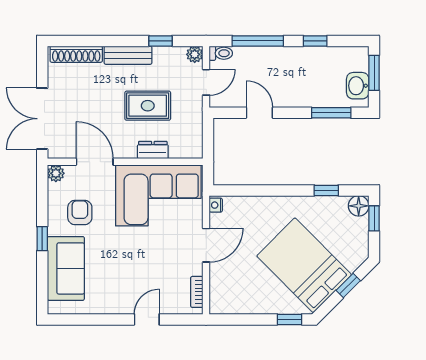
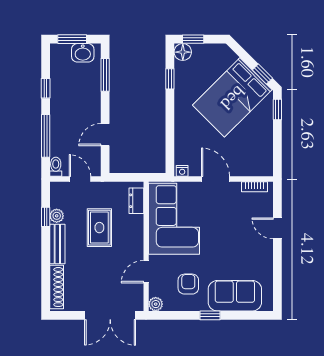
plant: (195, 54) -> (57, 216), moved
dresser: (153, 150) -> (136, 201), moved
door: (95, 162) -> (146, 272), width x0.73
armchair: (80, 212) -> (188, 284), turned 90
window: (348, 285) -> (262, 74), moved

